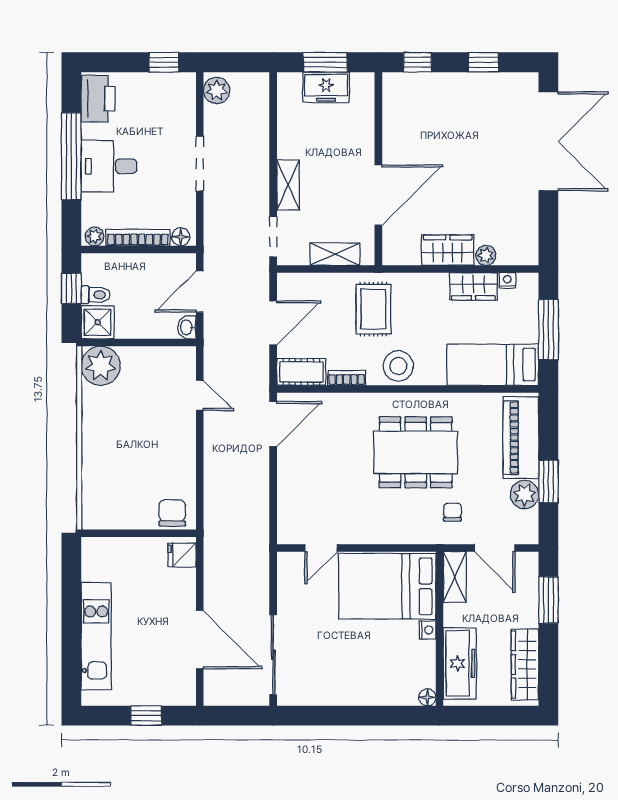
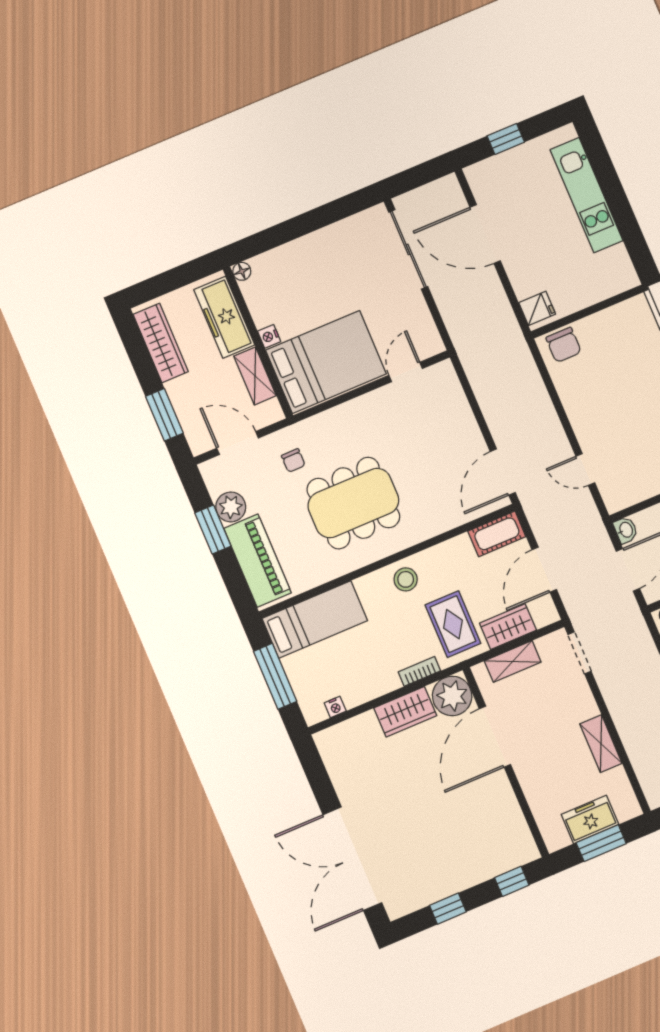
shelving: (288, 185) -> (601, 744), moved
plant: (486, 255) -> (452, 696), moved, width x1.87, depth x1.87
wardrobe: (473, 286) -> (508, 627), moved
stool: (398, 366) -> (406, 579), width x0.73, depth x0.73
bookcase: (347, 378) -> (419, 671), moved, turned 180
shelving: (455, 577) -> (255, 376), moved

